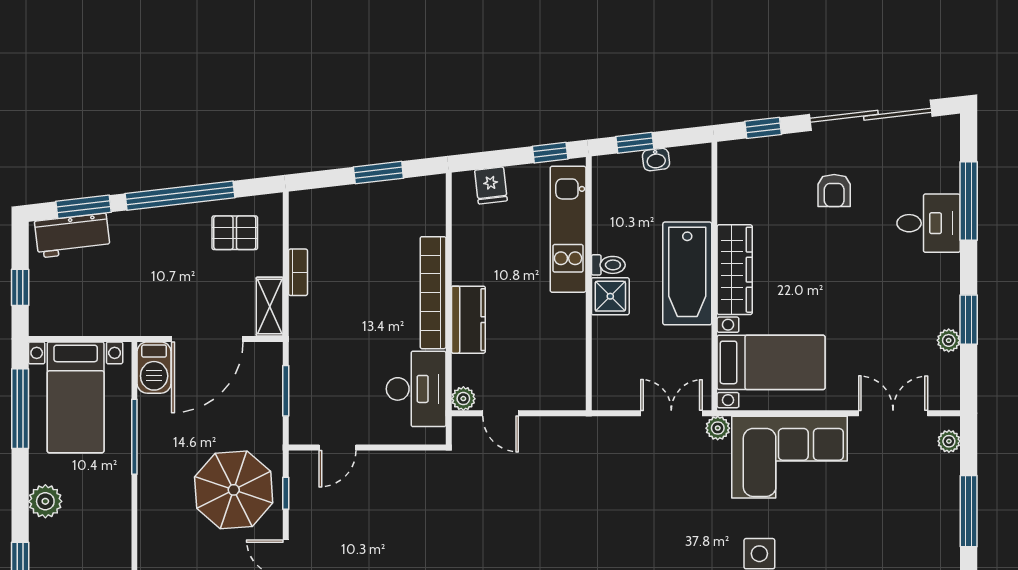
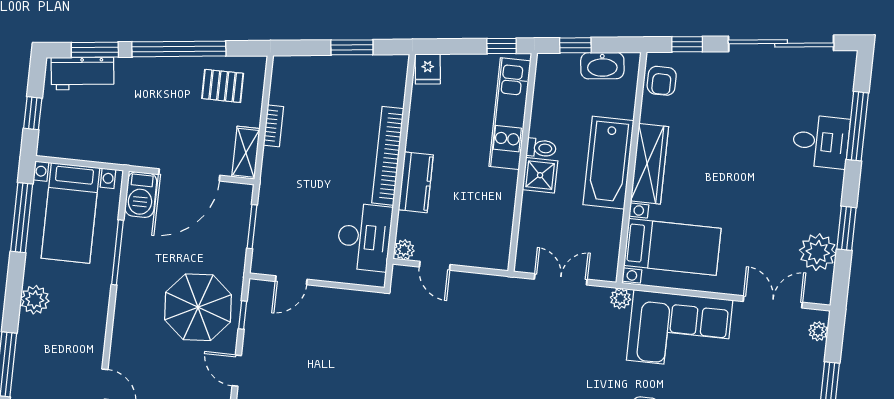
washbasin: (656, 160) -> (602, 66), width x1.91, depth x1.45
fridge: (491, 185) -> (428, 69), moved
armchair: (834, 190) -> (662, 81), moved
plant: (949, 340) -> (818, 252), width x1.88, depth x1.88
double door: (671, 413) -> (561, 279), moved

